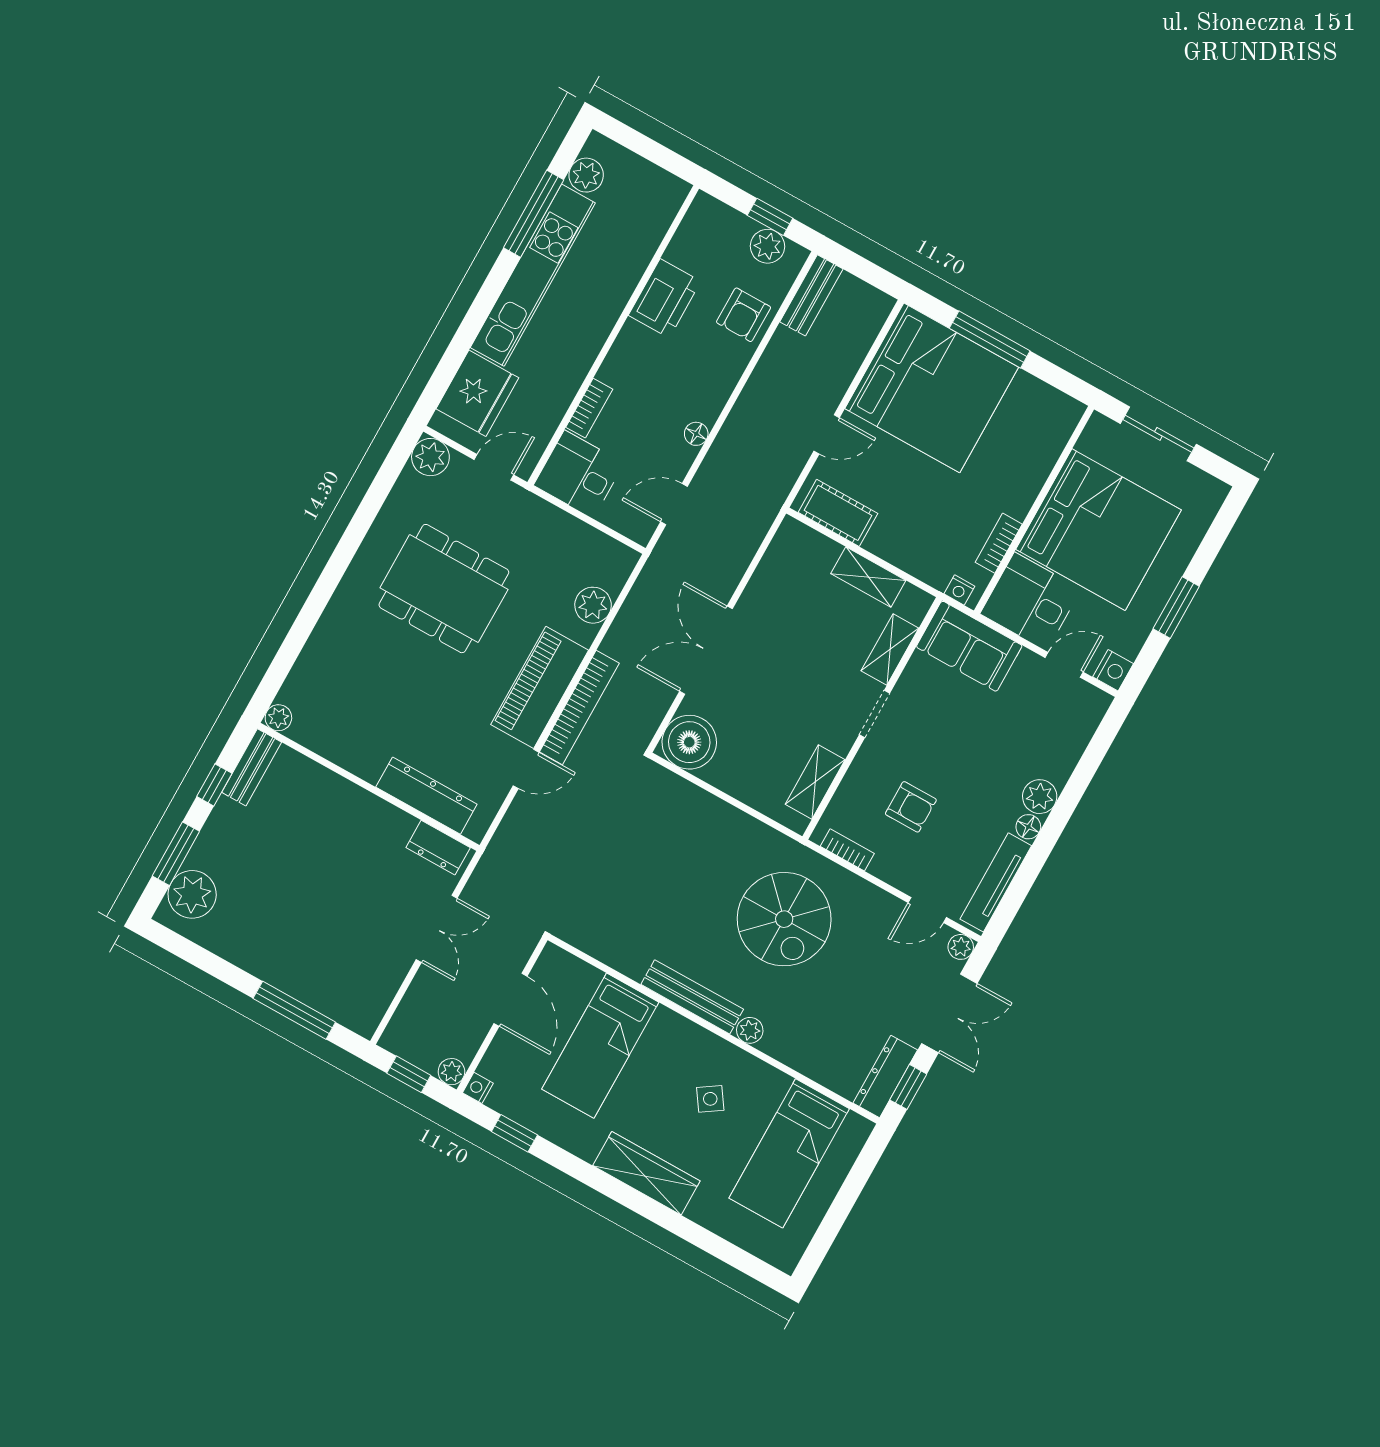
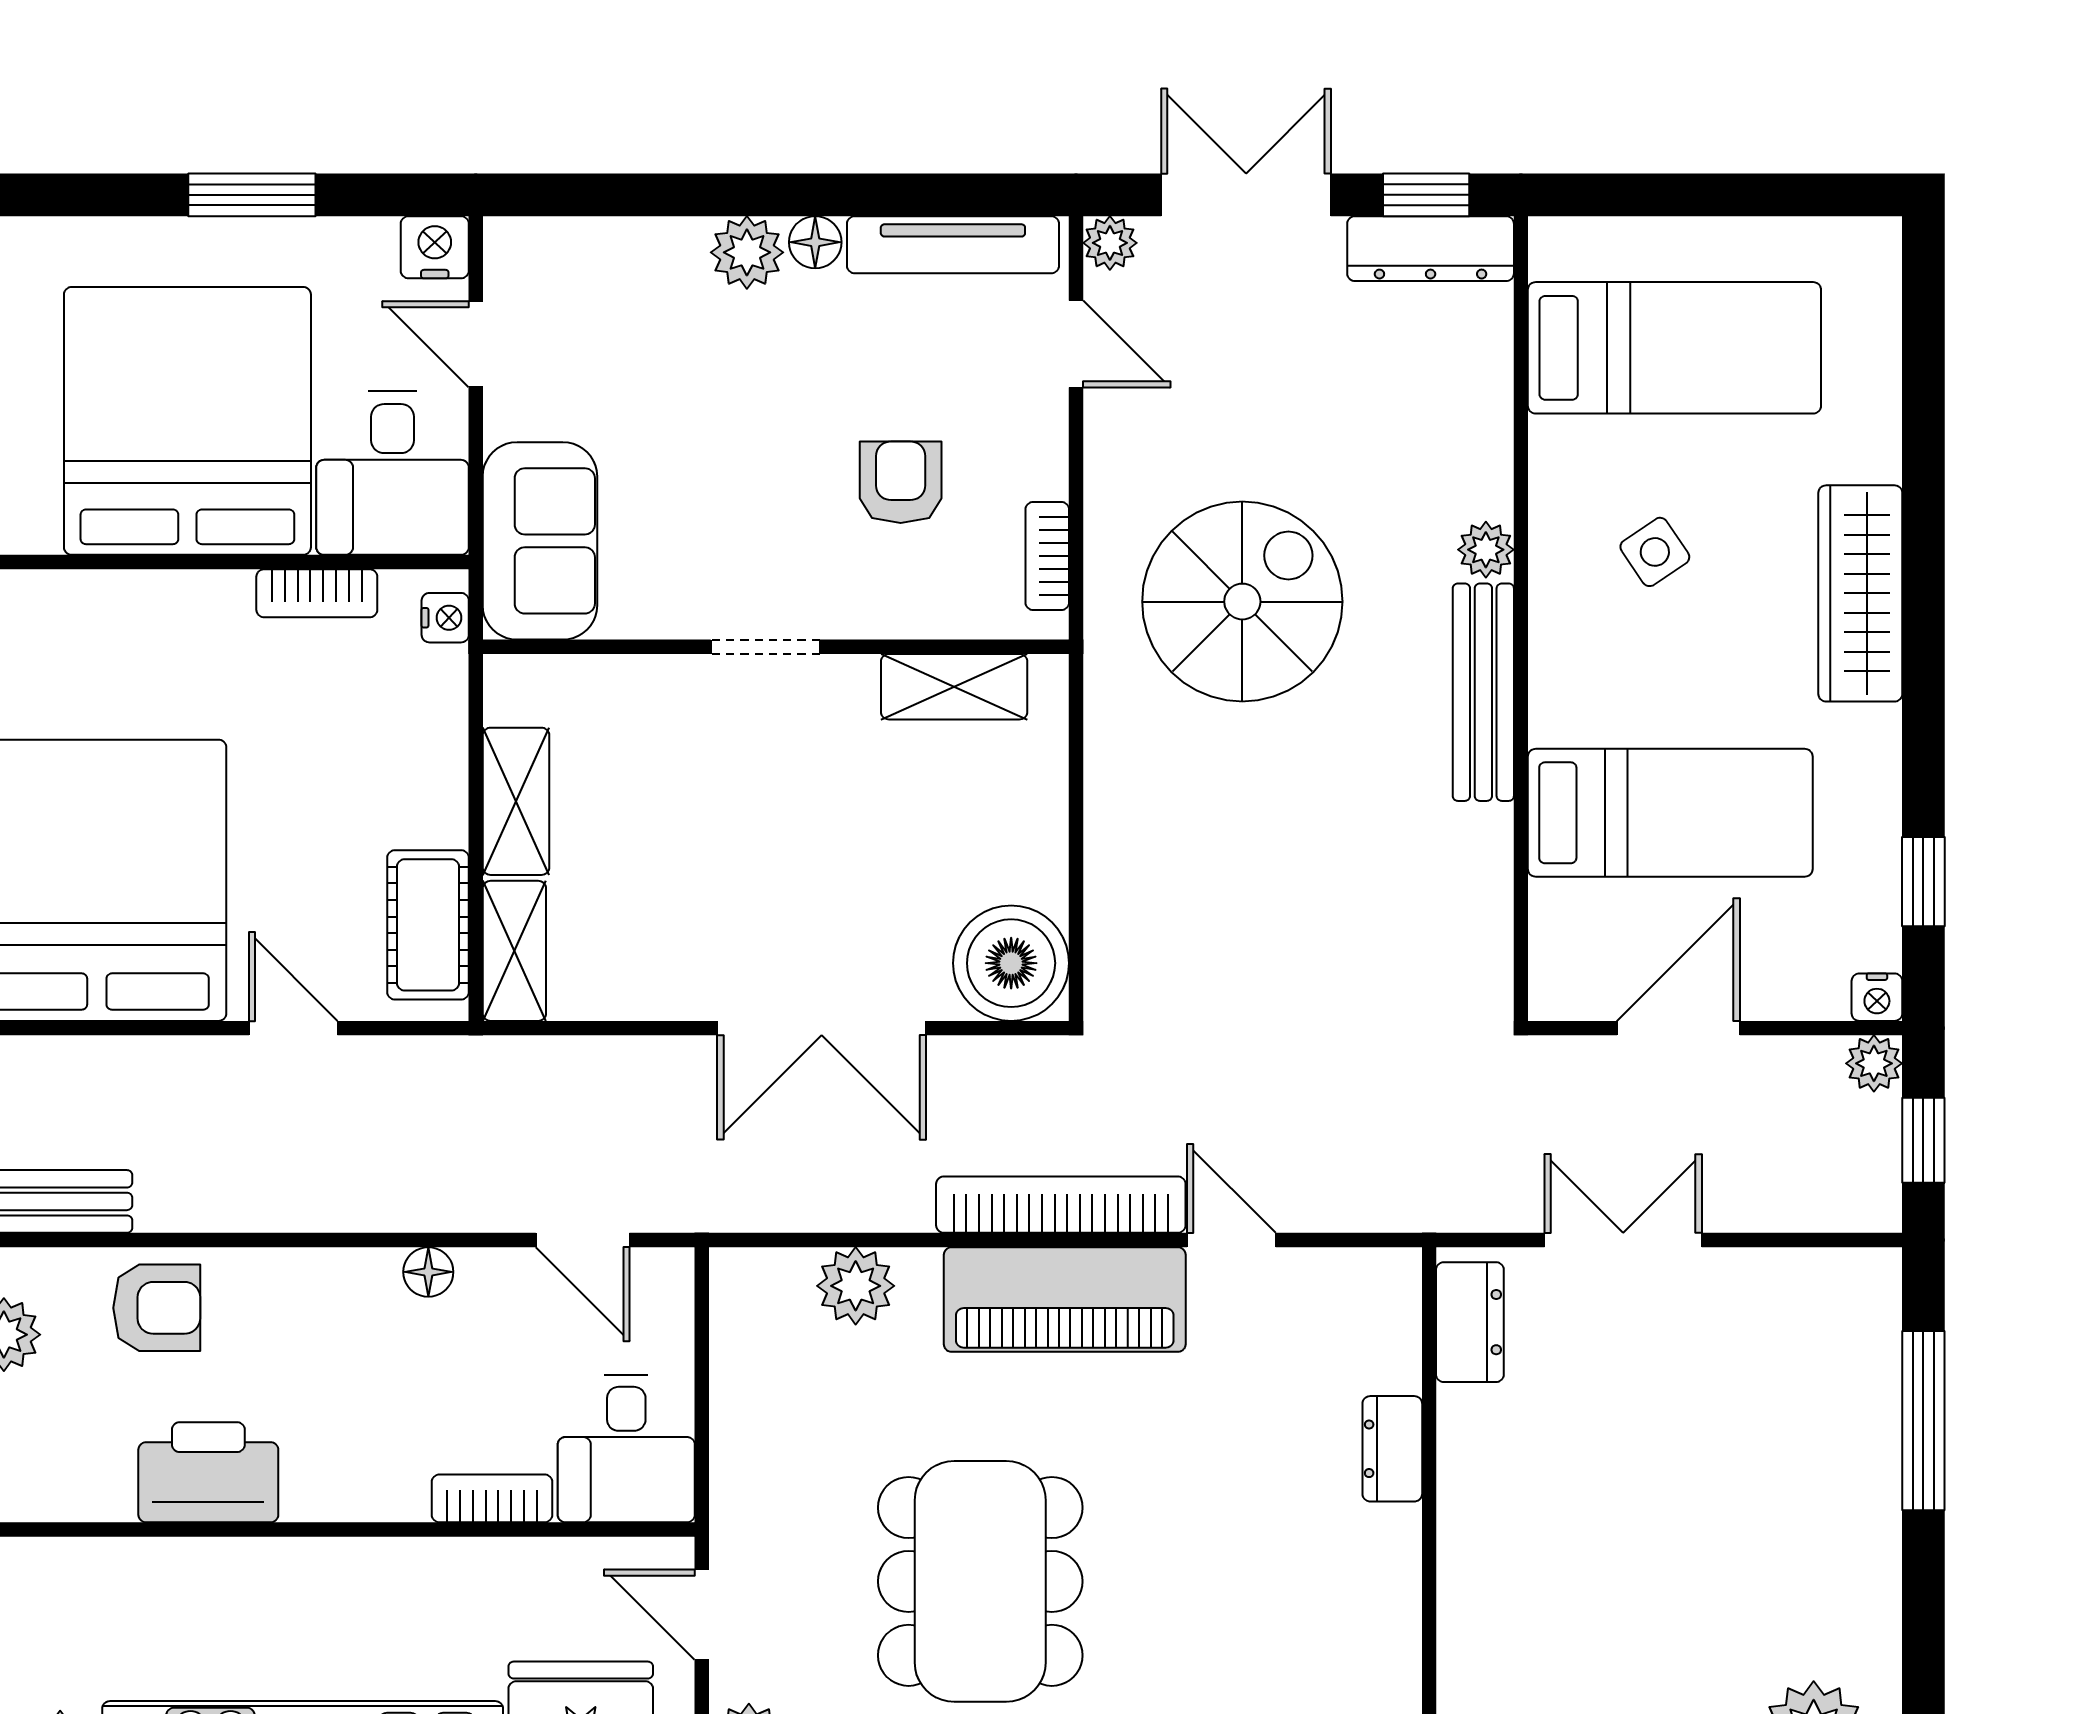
shelving: (890, 649) -> (514, 951), moved, turned 90
dresser: (426, 796) -> (1392, 1449), width x0.51, depth x0.80

